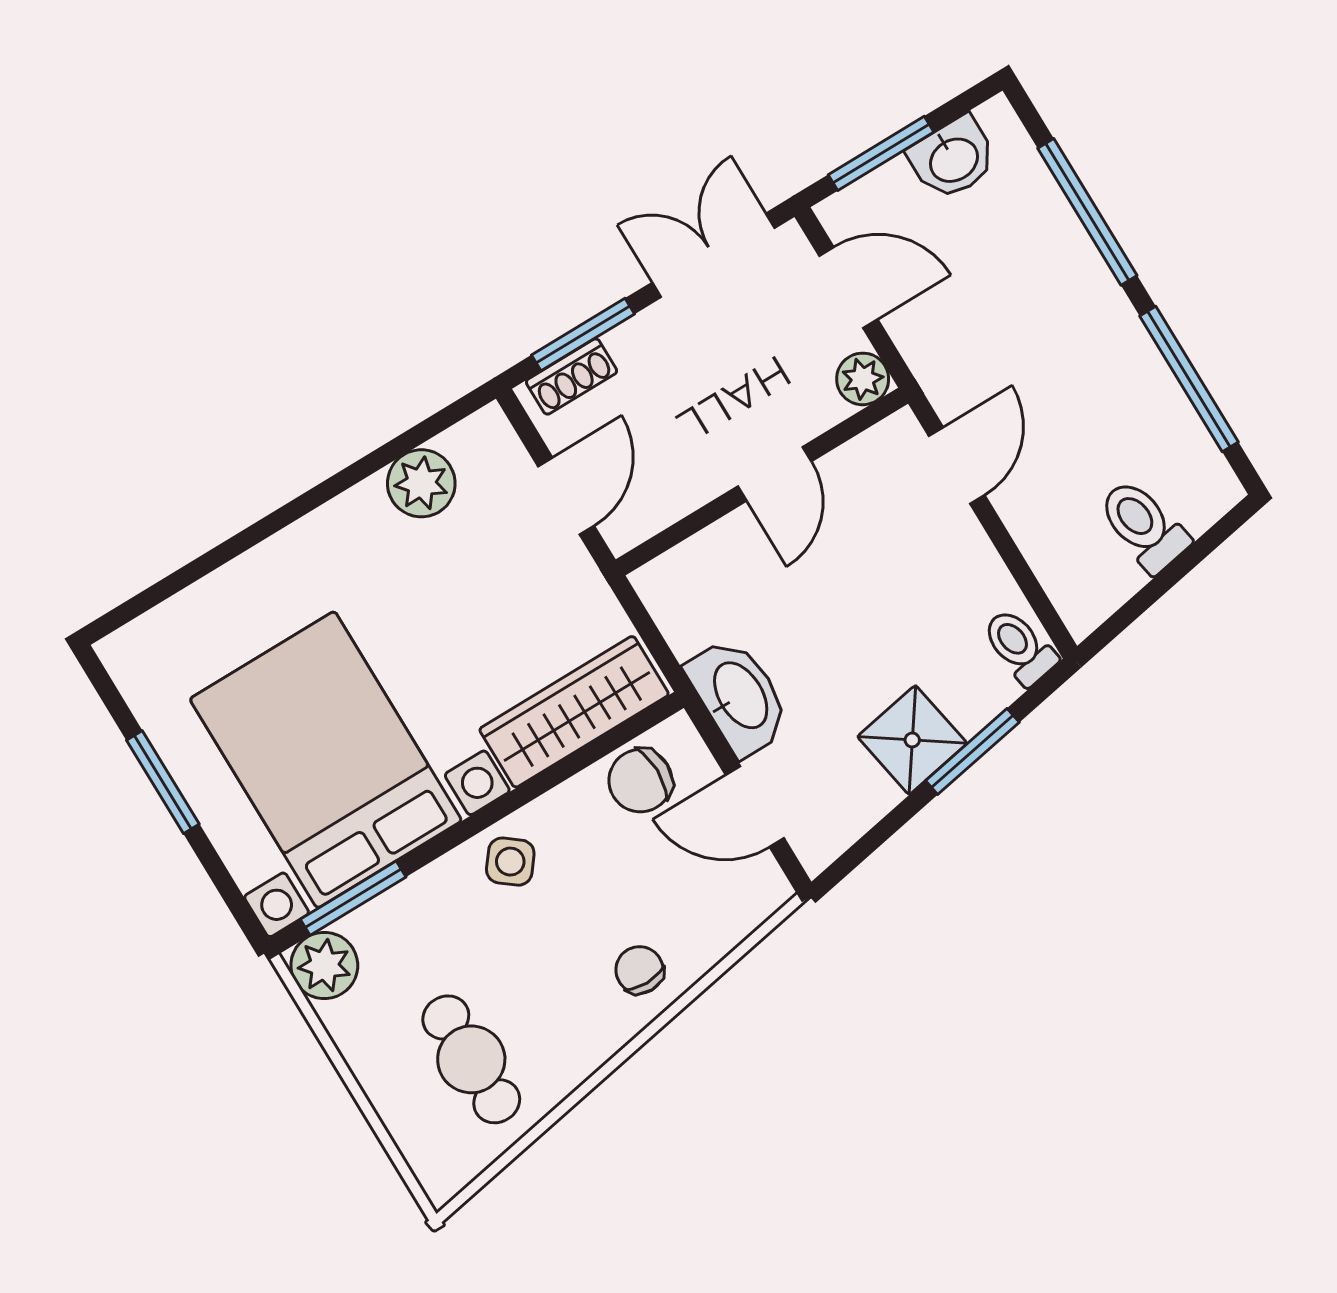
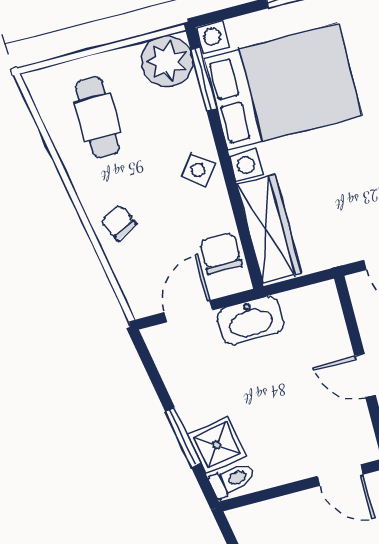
shower: (912, 740) -> (217, 445), moved
plant: (324, 965) -> (167, 61), width x1.36, depth x1.36
chair: (640, 970) -> (119, 223), turned -117
cafe table: (471, 1059) -> (97, 117), turned 90

